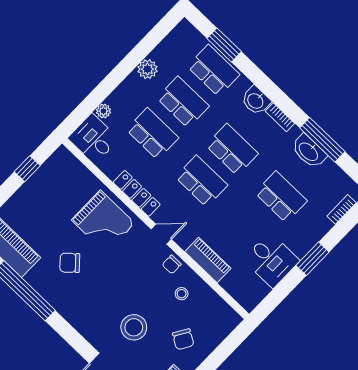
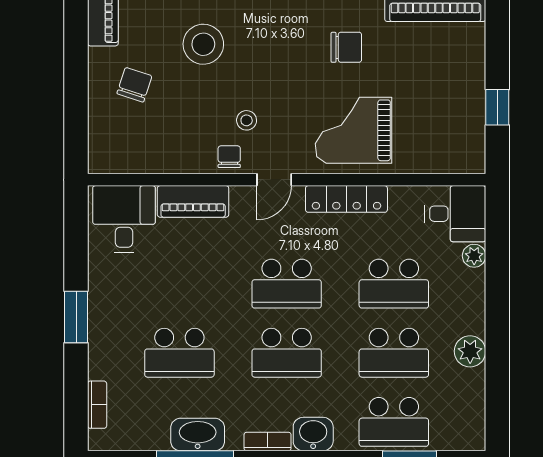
desk: (271, 260) -> (124, 219), moved, turned 90
chair: (70, 263) -> (346, 47), turned 42
stool: (182, 294) -> (247, 120), moved
chair: (183, 339) -> (134, 85), turned 77

